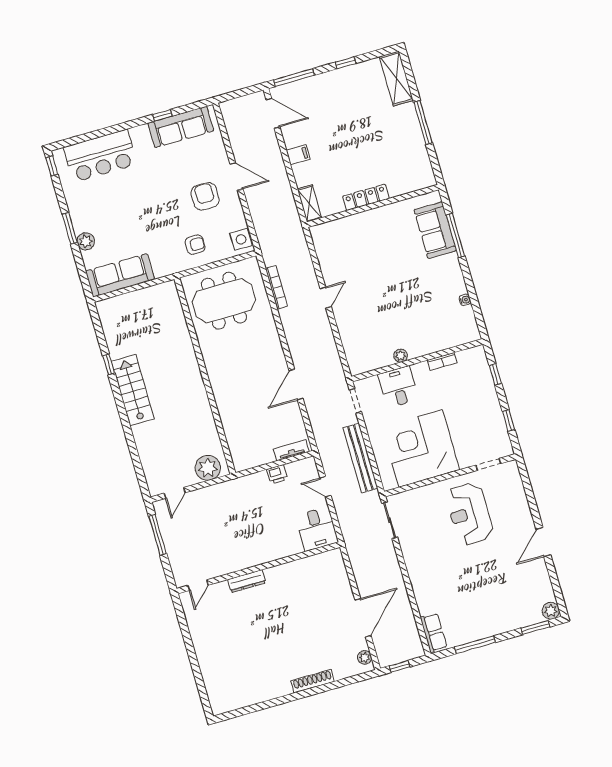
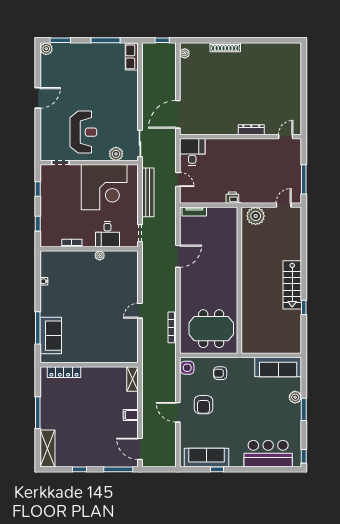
locker: (366, 197) -> (64, 372), moved
printer: (277, 474) -> (232, 198), moved
plant: (418, 497) -> (116, 154), added
door: (363, 618) -> (178, 114), moved

